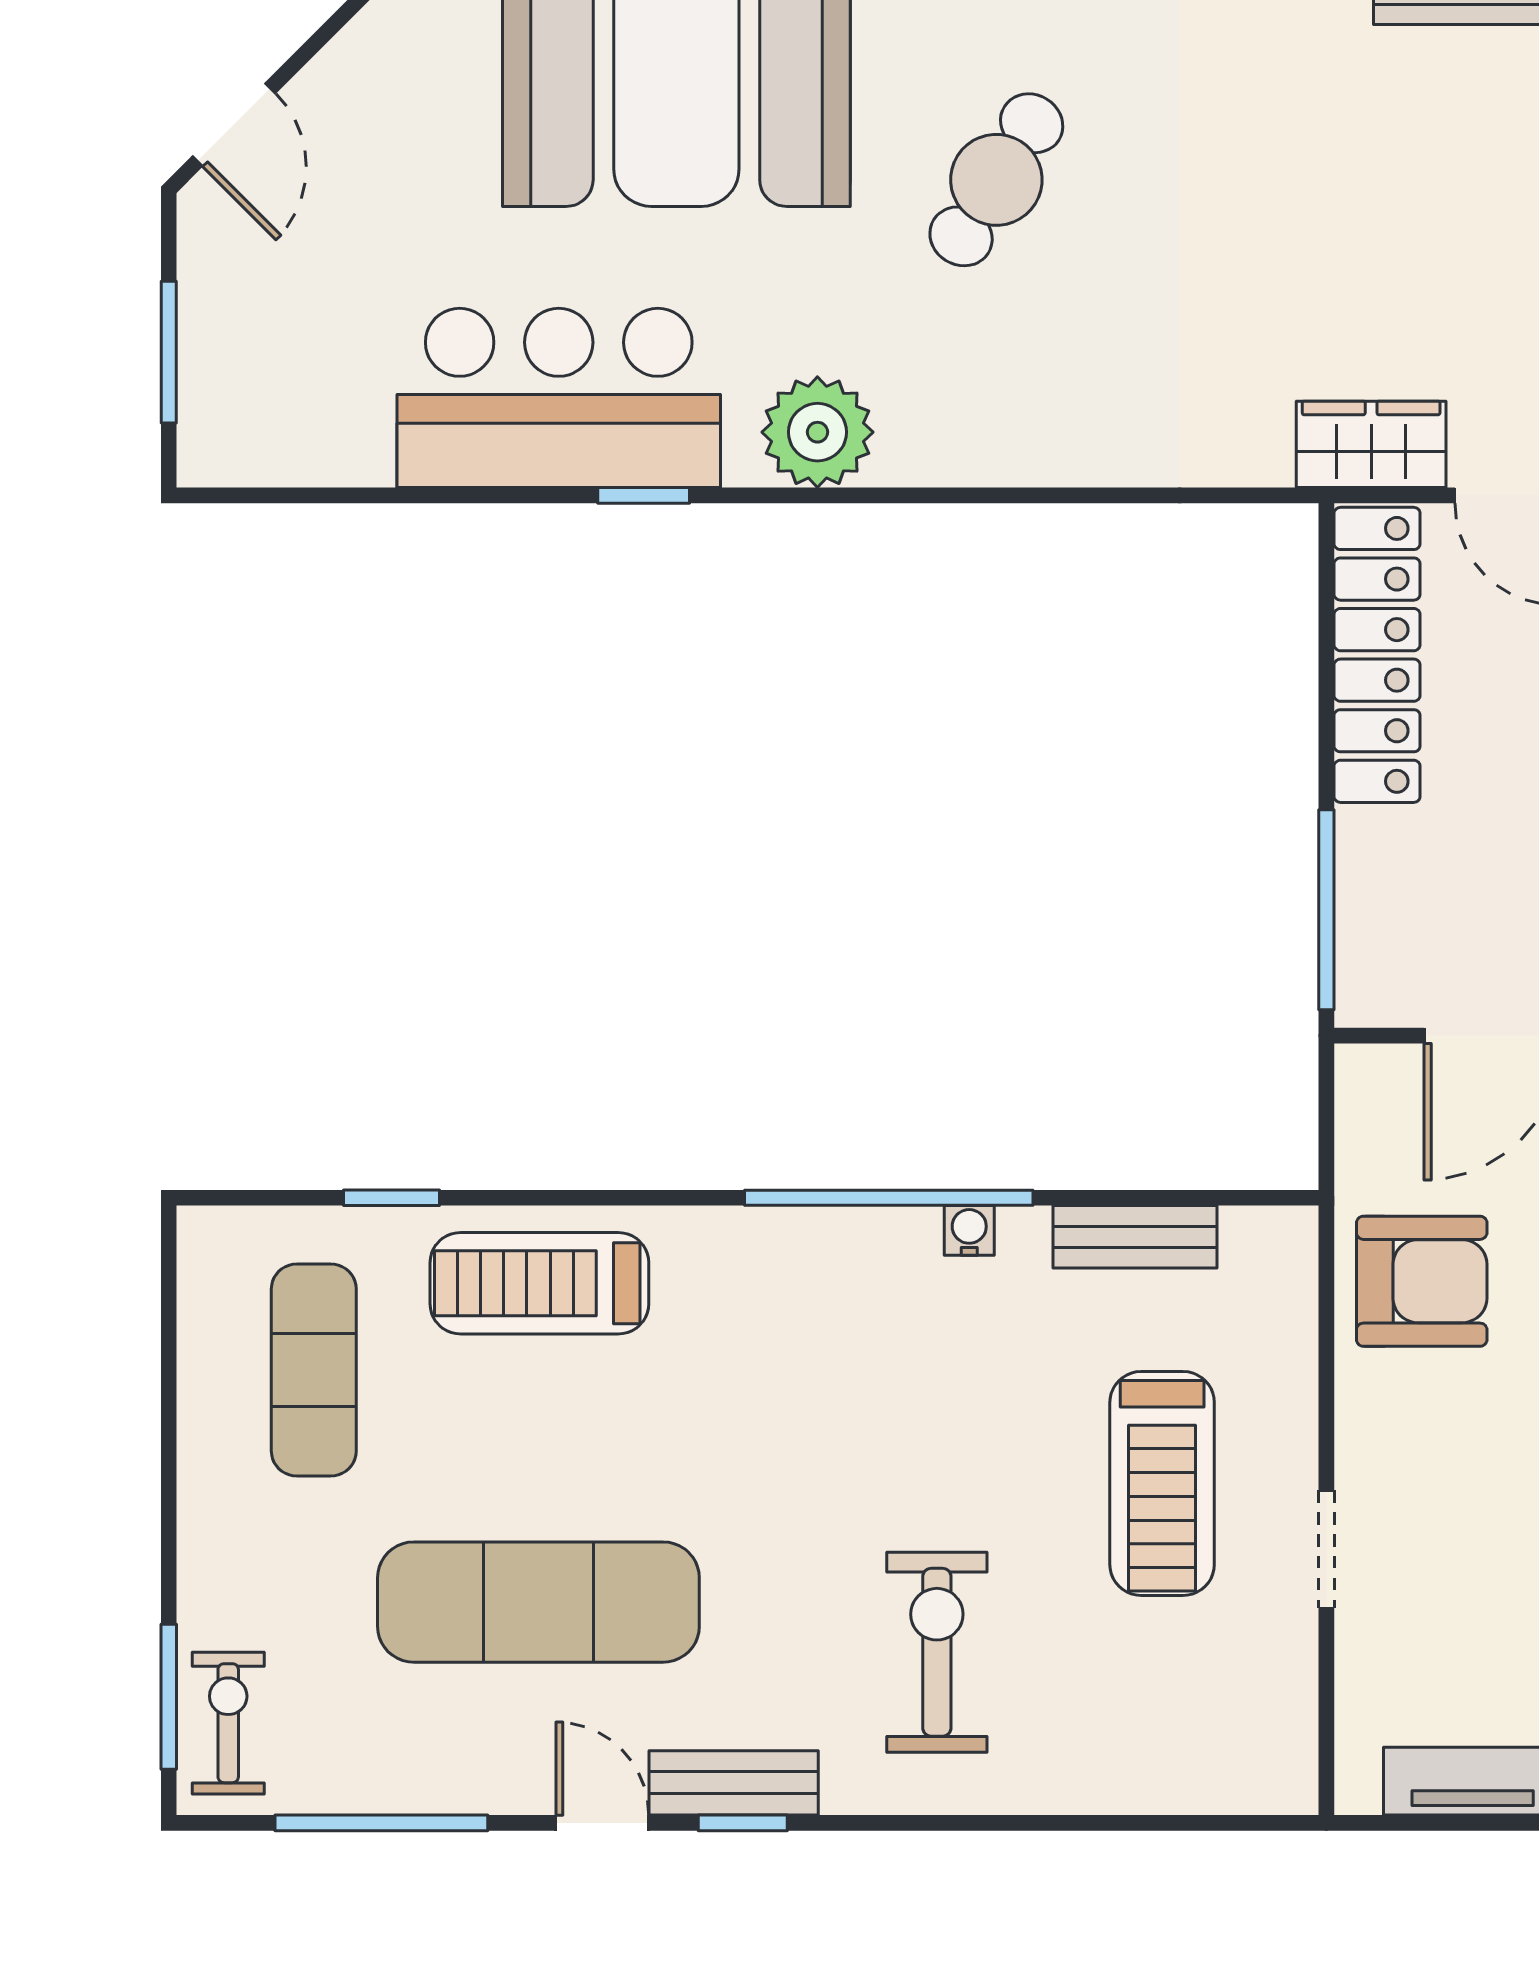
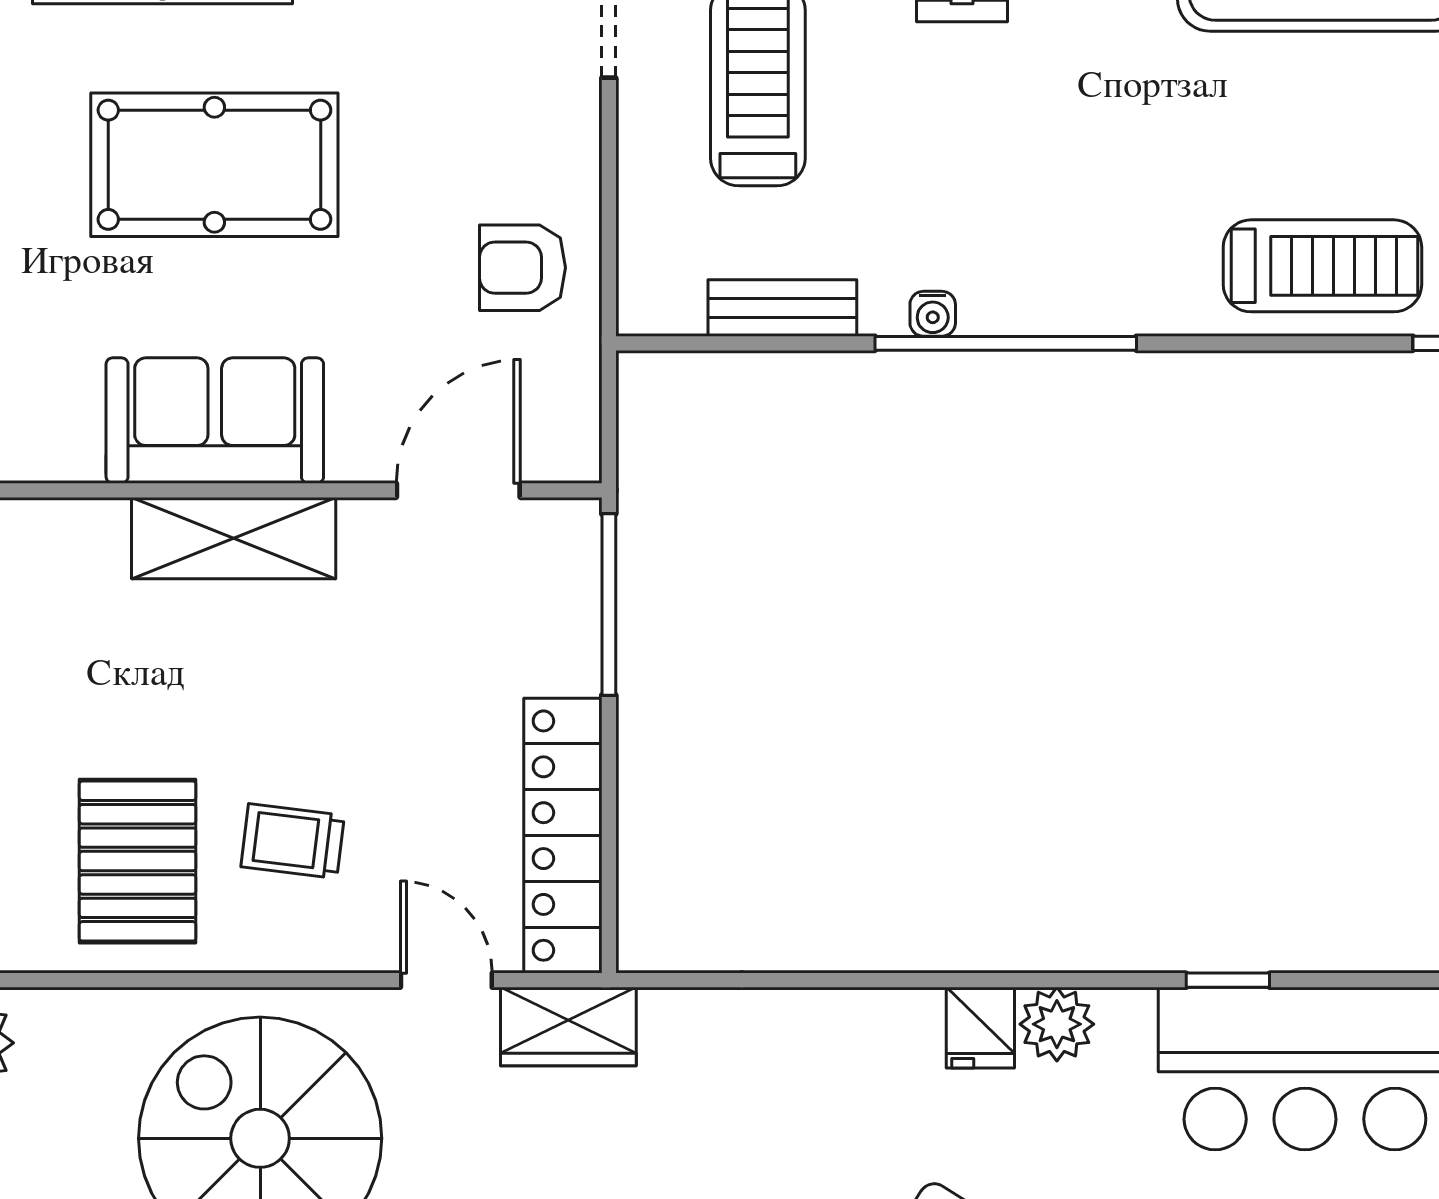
plant: (817, 432) -> (1057, 1024), width x0.73, depth x0.73
fridge: (917, 443) -> (980, 1028), added
armchair: (1422, 1281) -> (522, 268), width x0.72, depth x0.72

